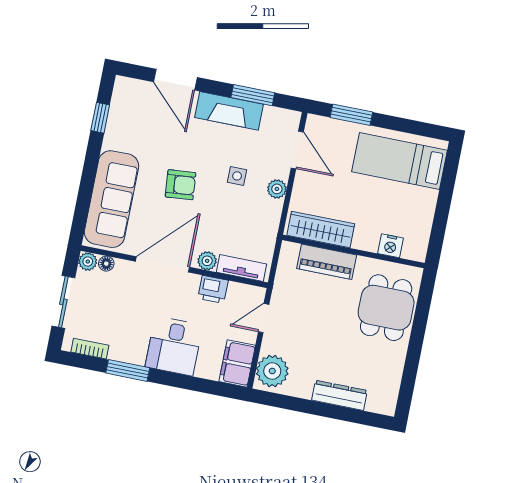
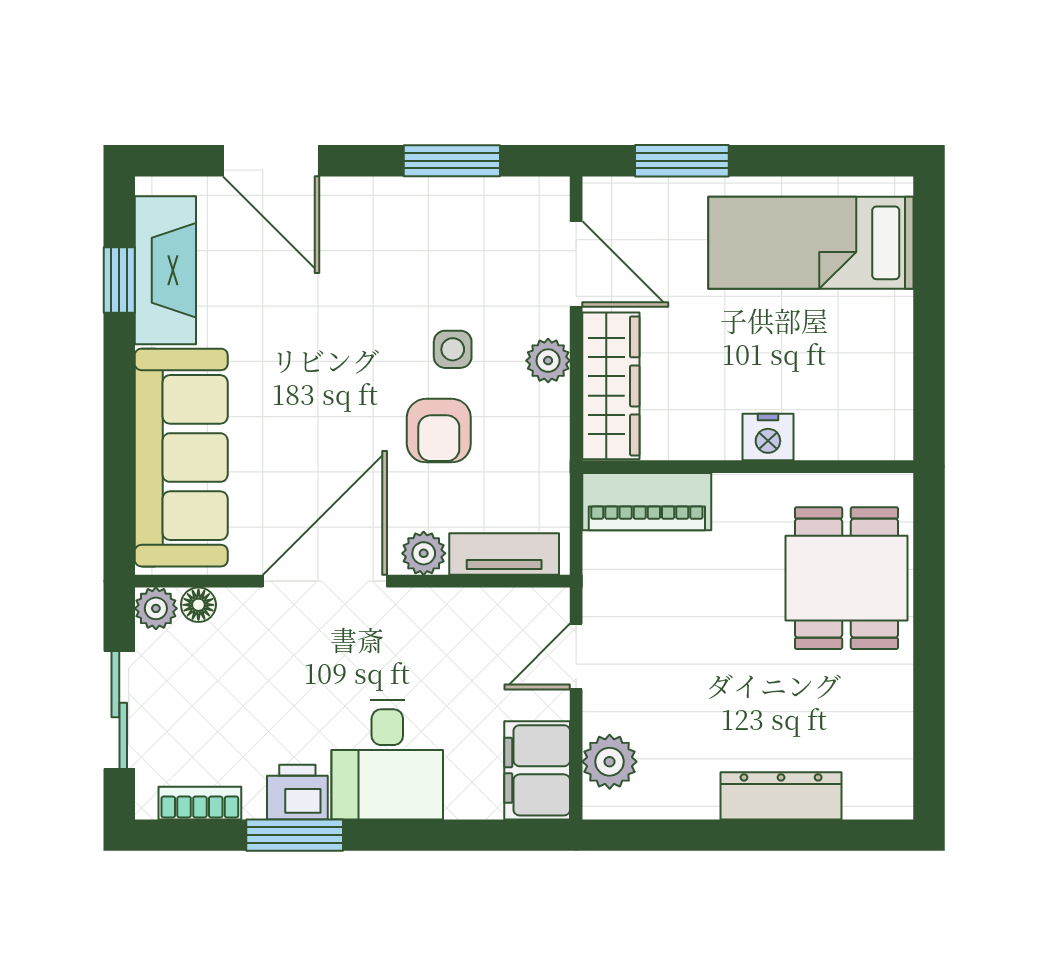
fireplace: (229, 111) -> (165, 270), moved, turned -90
armchair: (181, 185) -> (439, 431), moved, turned 95
wardrobe: (321, 230) -> (611, 386), moved, turned 90
nightstand: (390, 246) -> (768, 437), moved
piano: (327, 262) -> (647, 502), moved
printer: (213, 289) -> (297, 792), moved, turned 180
plant: (272, 371) -> (610, 762), width x0.73, depth x0.73

